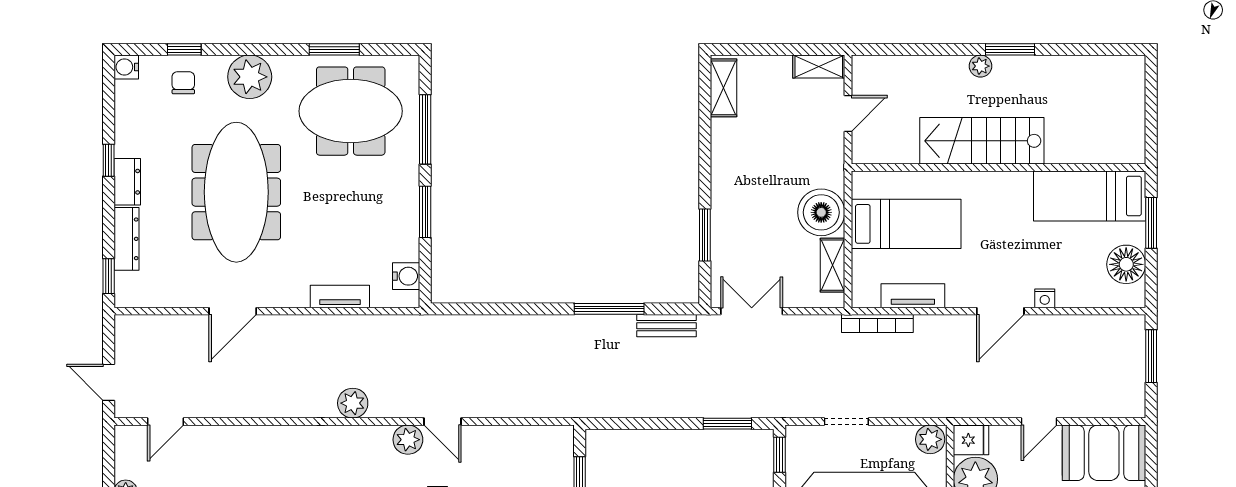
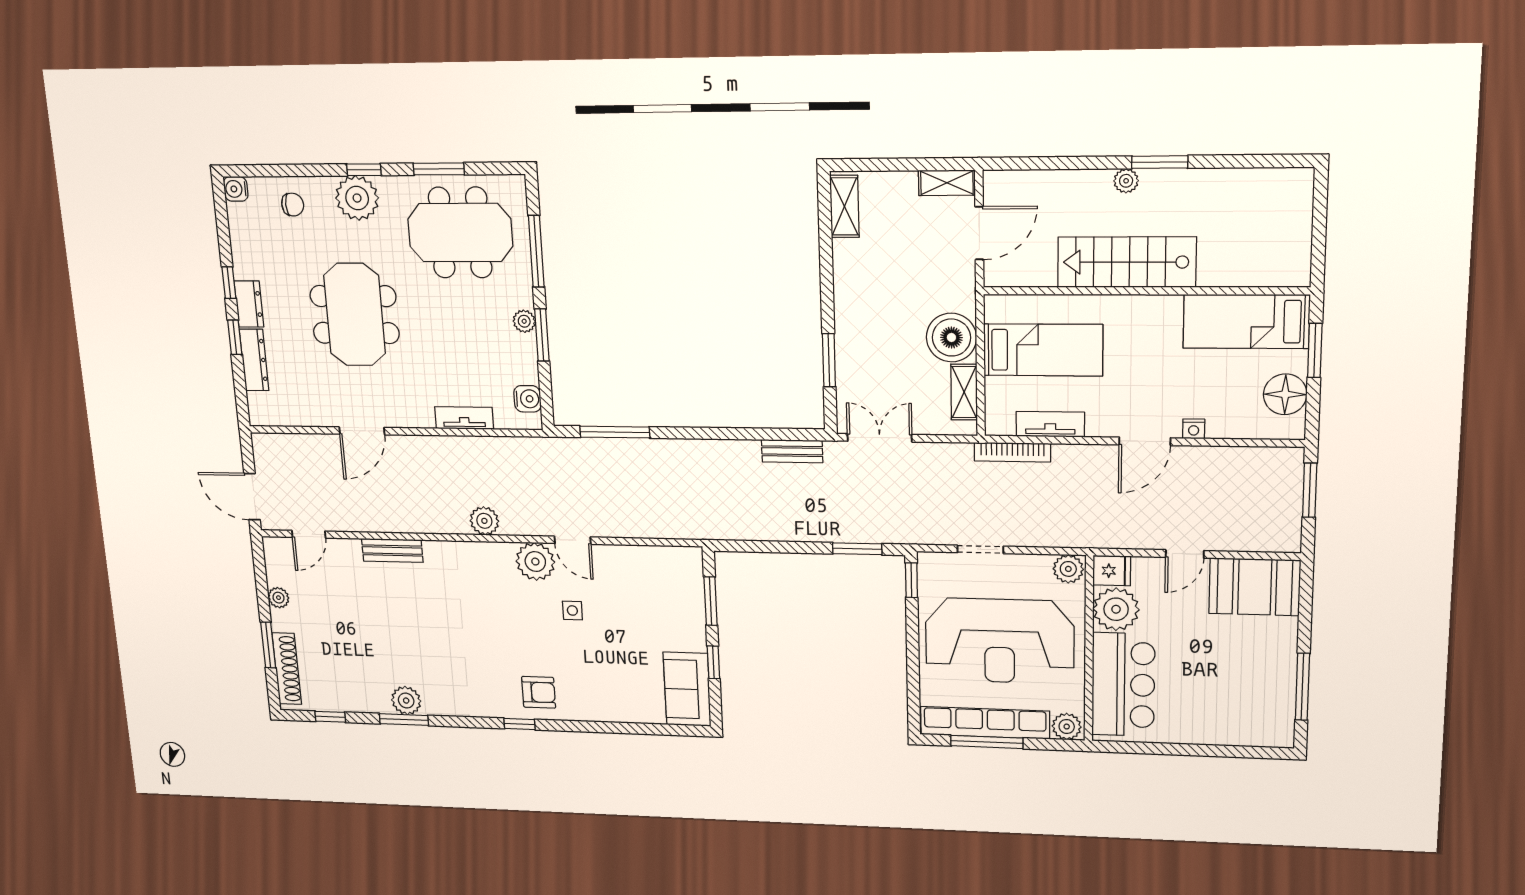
window: (184, 49) -> (364, 170), moved
chair: (183, 83) -> (293, 205), turned 90
door: (848, 113) -> (979, 233), width x1.38
meeting table: (236, 192) -> (355, 315), width x0.73
plant: (408, 198) -> (524, 321), added
window: (109, 276) -> (235, 337), moved
window: (609, 309) -> (615, 432), moved
door: (109, 382) -> (252, 497), width x1.38
bench: (253, 437) -> (392, 550), added
plant: (408, 440) -> (535, 562), width x1.36, depth x1.36

